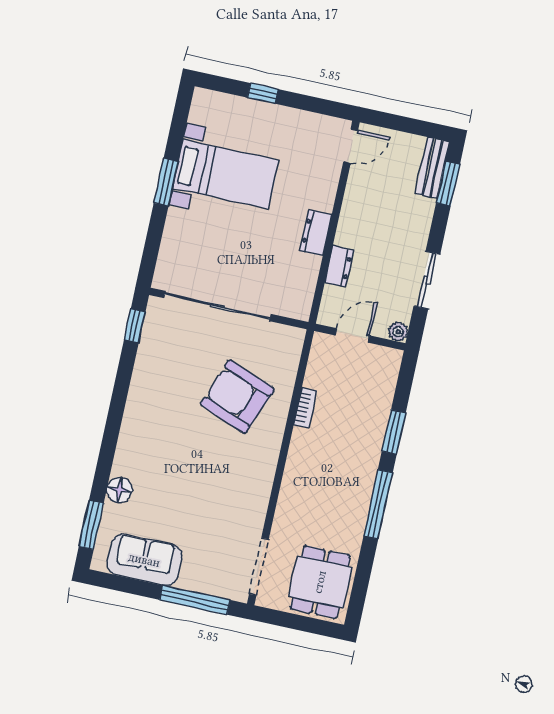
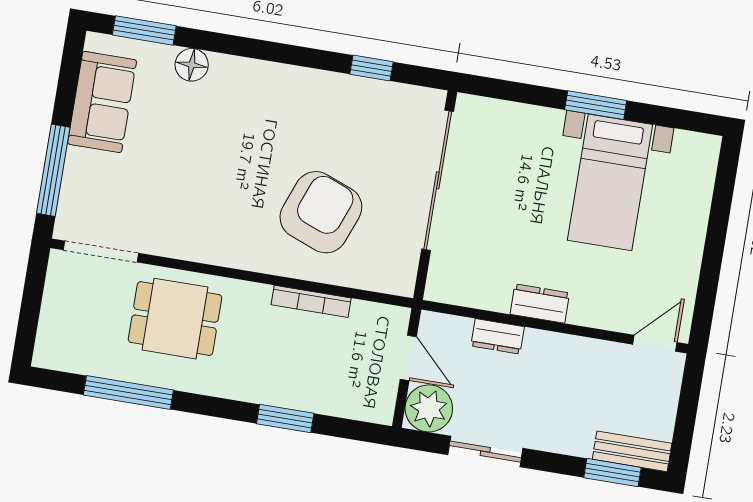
window: (263, 93) -> (718, 225), removed
door: (351, 146) -> (655, 343), swing flipped
window: (135, 326) -> (372, 68), moved
plant: (398, 332) -> (429, 408), width x1.88, depth x1.88
bookcase: (305, 408) -> (311, 301), width x1.56
window: (378, 504) -> (128, 392), moved
dining table: (320, 582) -> (175, 319), moved

